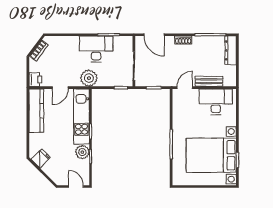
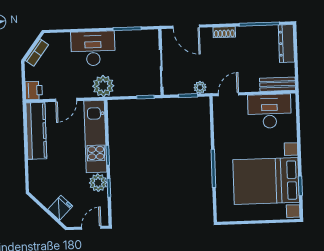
desk: (96, 49) -> (93, 49), moved
bench: (209, 81) -> (278, 84), moved
plant: (163, 82) -> (200, 87), added
fridge: (41, 158) -> (60, 208), moved
door: (76, 186) -> (91, 228), hinge flipped

